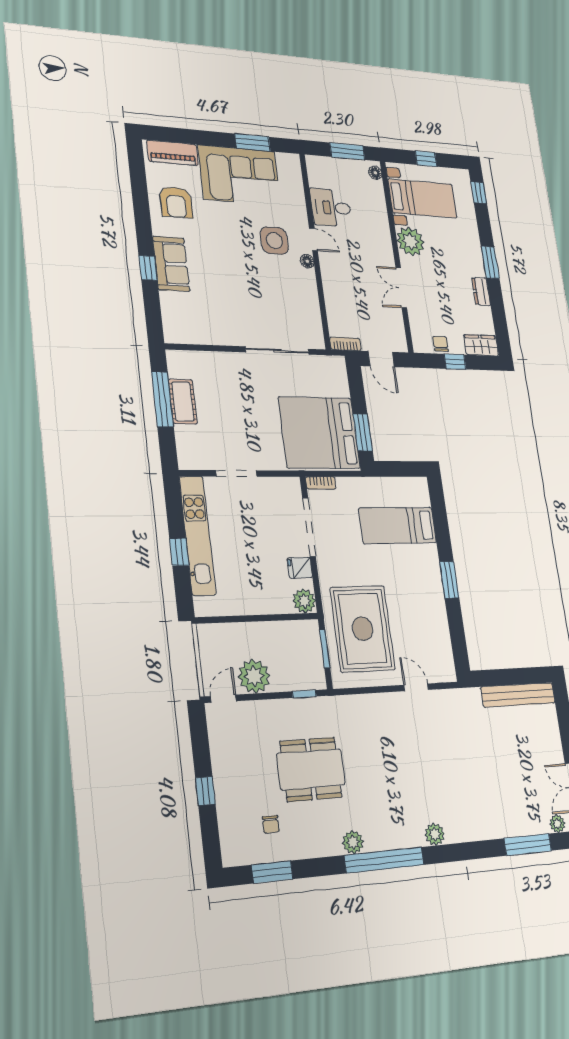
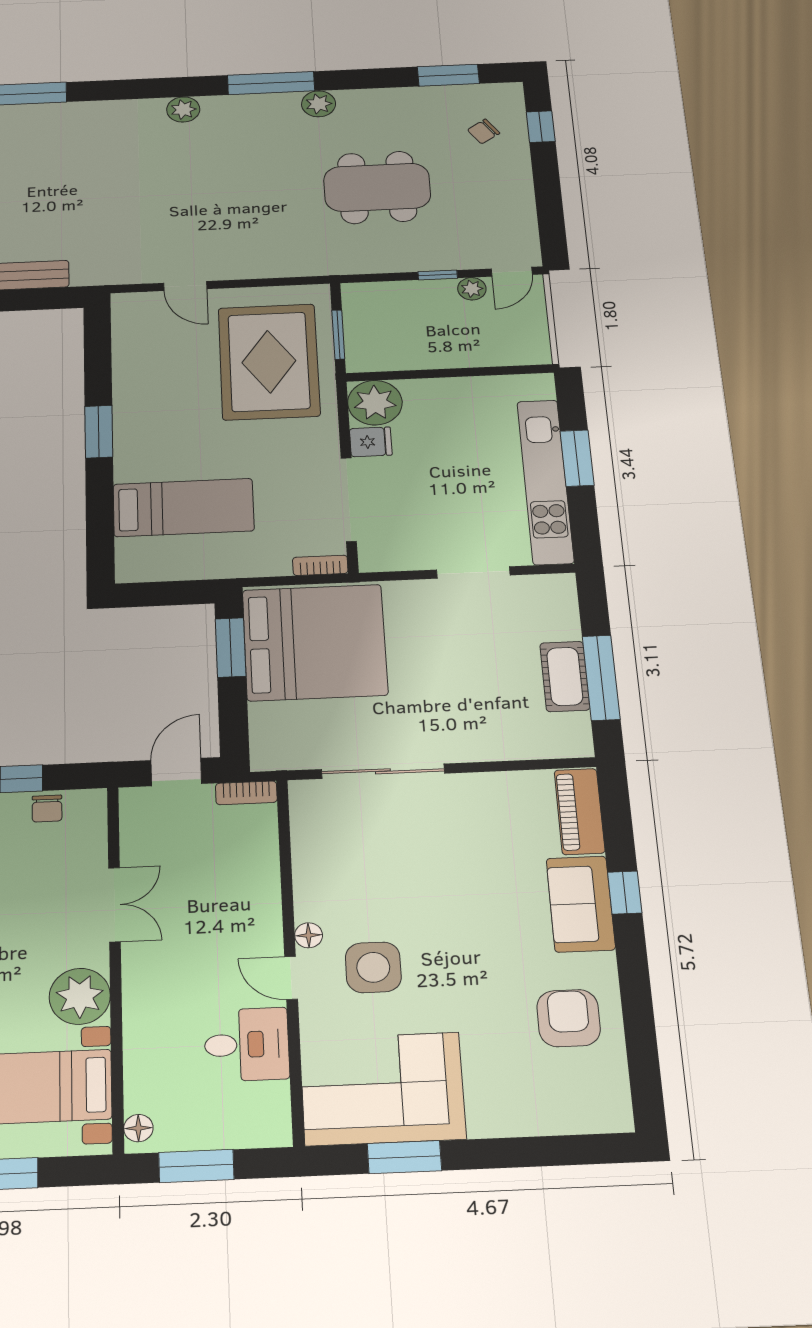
piano: (173, 153) -> (580, 811), moved, turned -90
corner sofa: (239, 175) -> (382, 1089), moved
door: (381, 359) -> (176, 772), hinge flipped
window: (179, 552) -> (577, 458), width x1.50
plant: (304, 601) -> (375, 403), width x1.36, depth x1.36
plant: (254, 676) -> (472, 289), width x0.53, depth x0.53
window: (304, 694) -> (438, 275), moved
window: (205, 791) -> (541, 127), moved
chair: (271, 824) -> (484, 132), moved, turned -124
window: (384, 860) -> (271, 83), width x0.68

